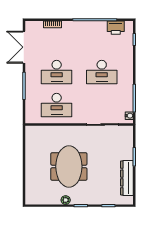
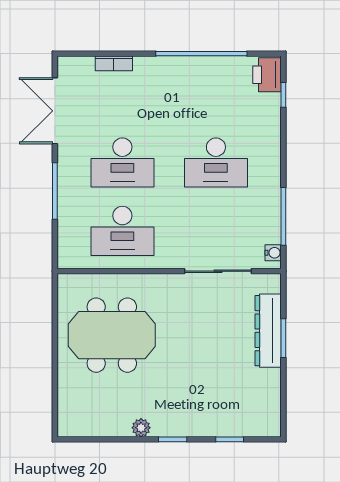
printer: (116, 28) -> (267, 75), moved, turned 90
meeting table: (69, 166) -> (112, 335), moved, turned 90
dresser: (127, 178) -> (268, 331), moved

